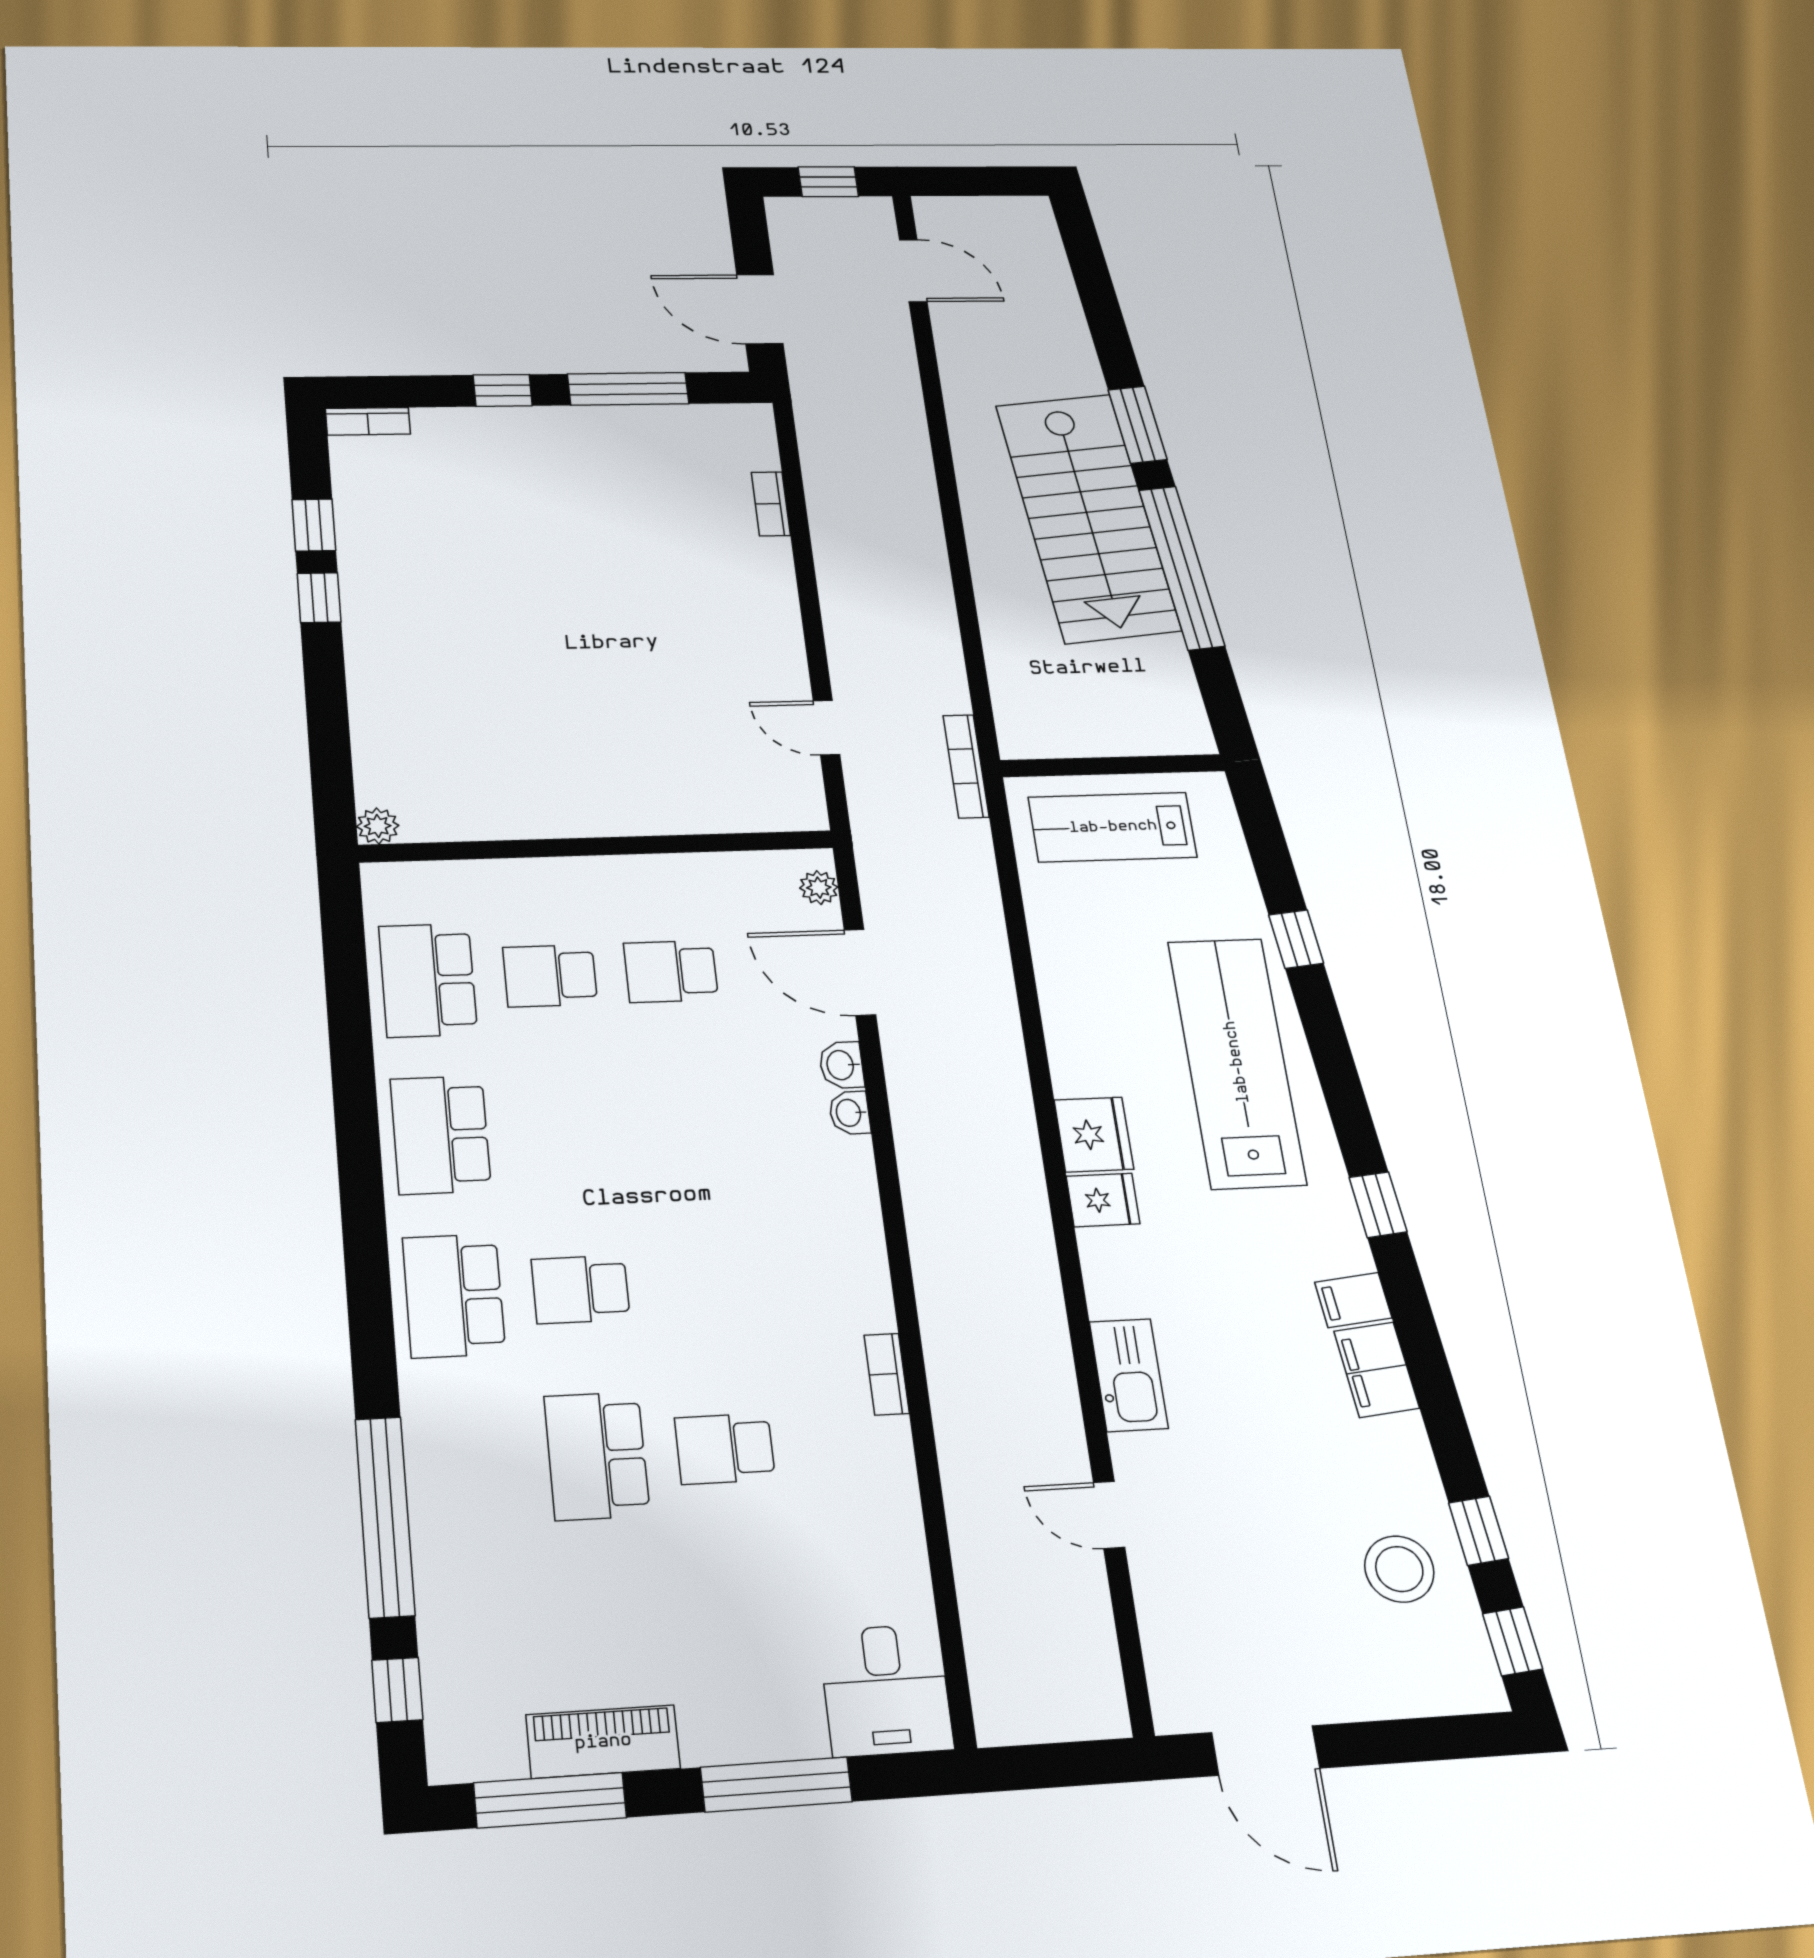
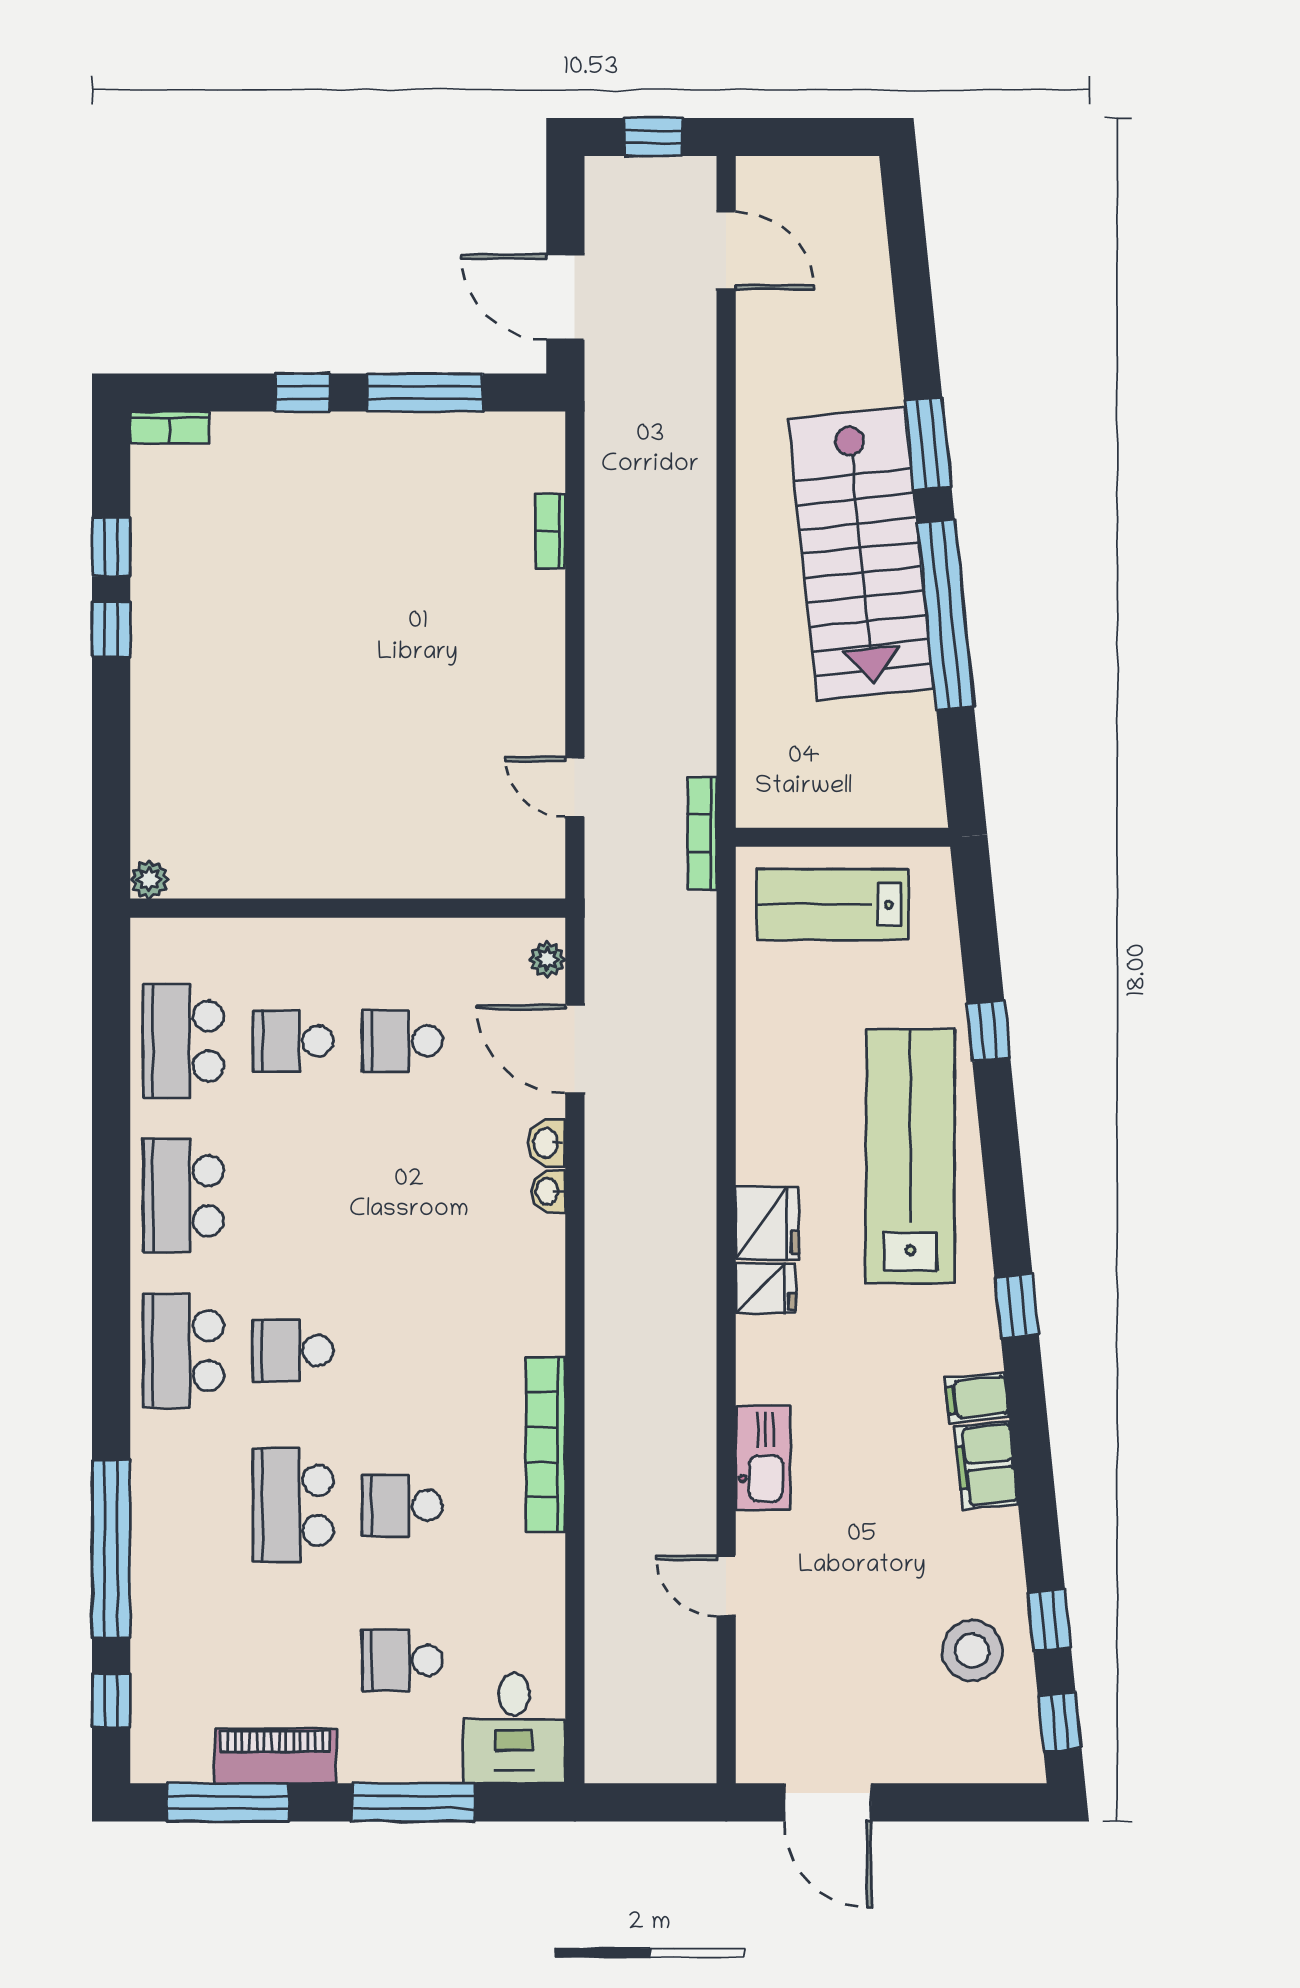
bookcase: (887, 1374) -> (546, 1445), width x2.31, depth x1.31
school desk: (744, 1621) -> (402, 1660), added

